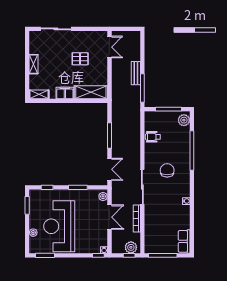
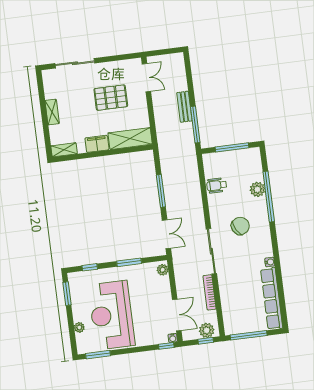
pallet: (80, 59) -> (111, 98), width x1.50, depth x1.42
plant: (184, 120) -> (257, 189), moved
chair: (167, 170) -> (240, 226), turned 61
double door: (109, 217) -> (177, 315), moved
row of seats: (184, 241) -> (272, 299), width x2.02

